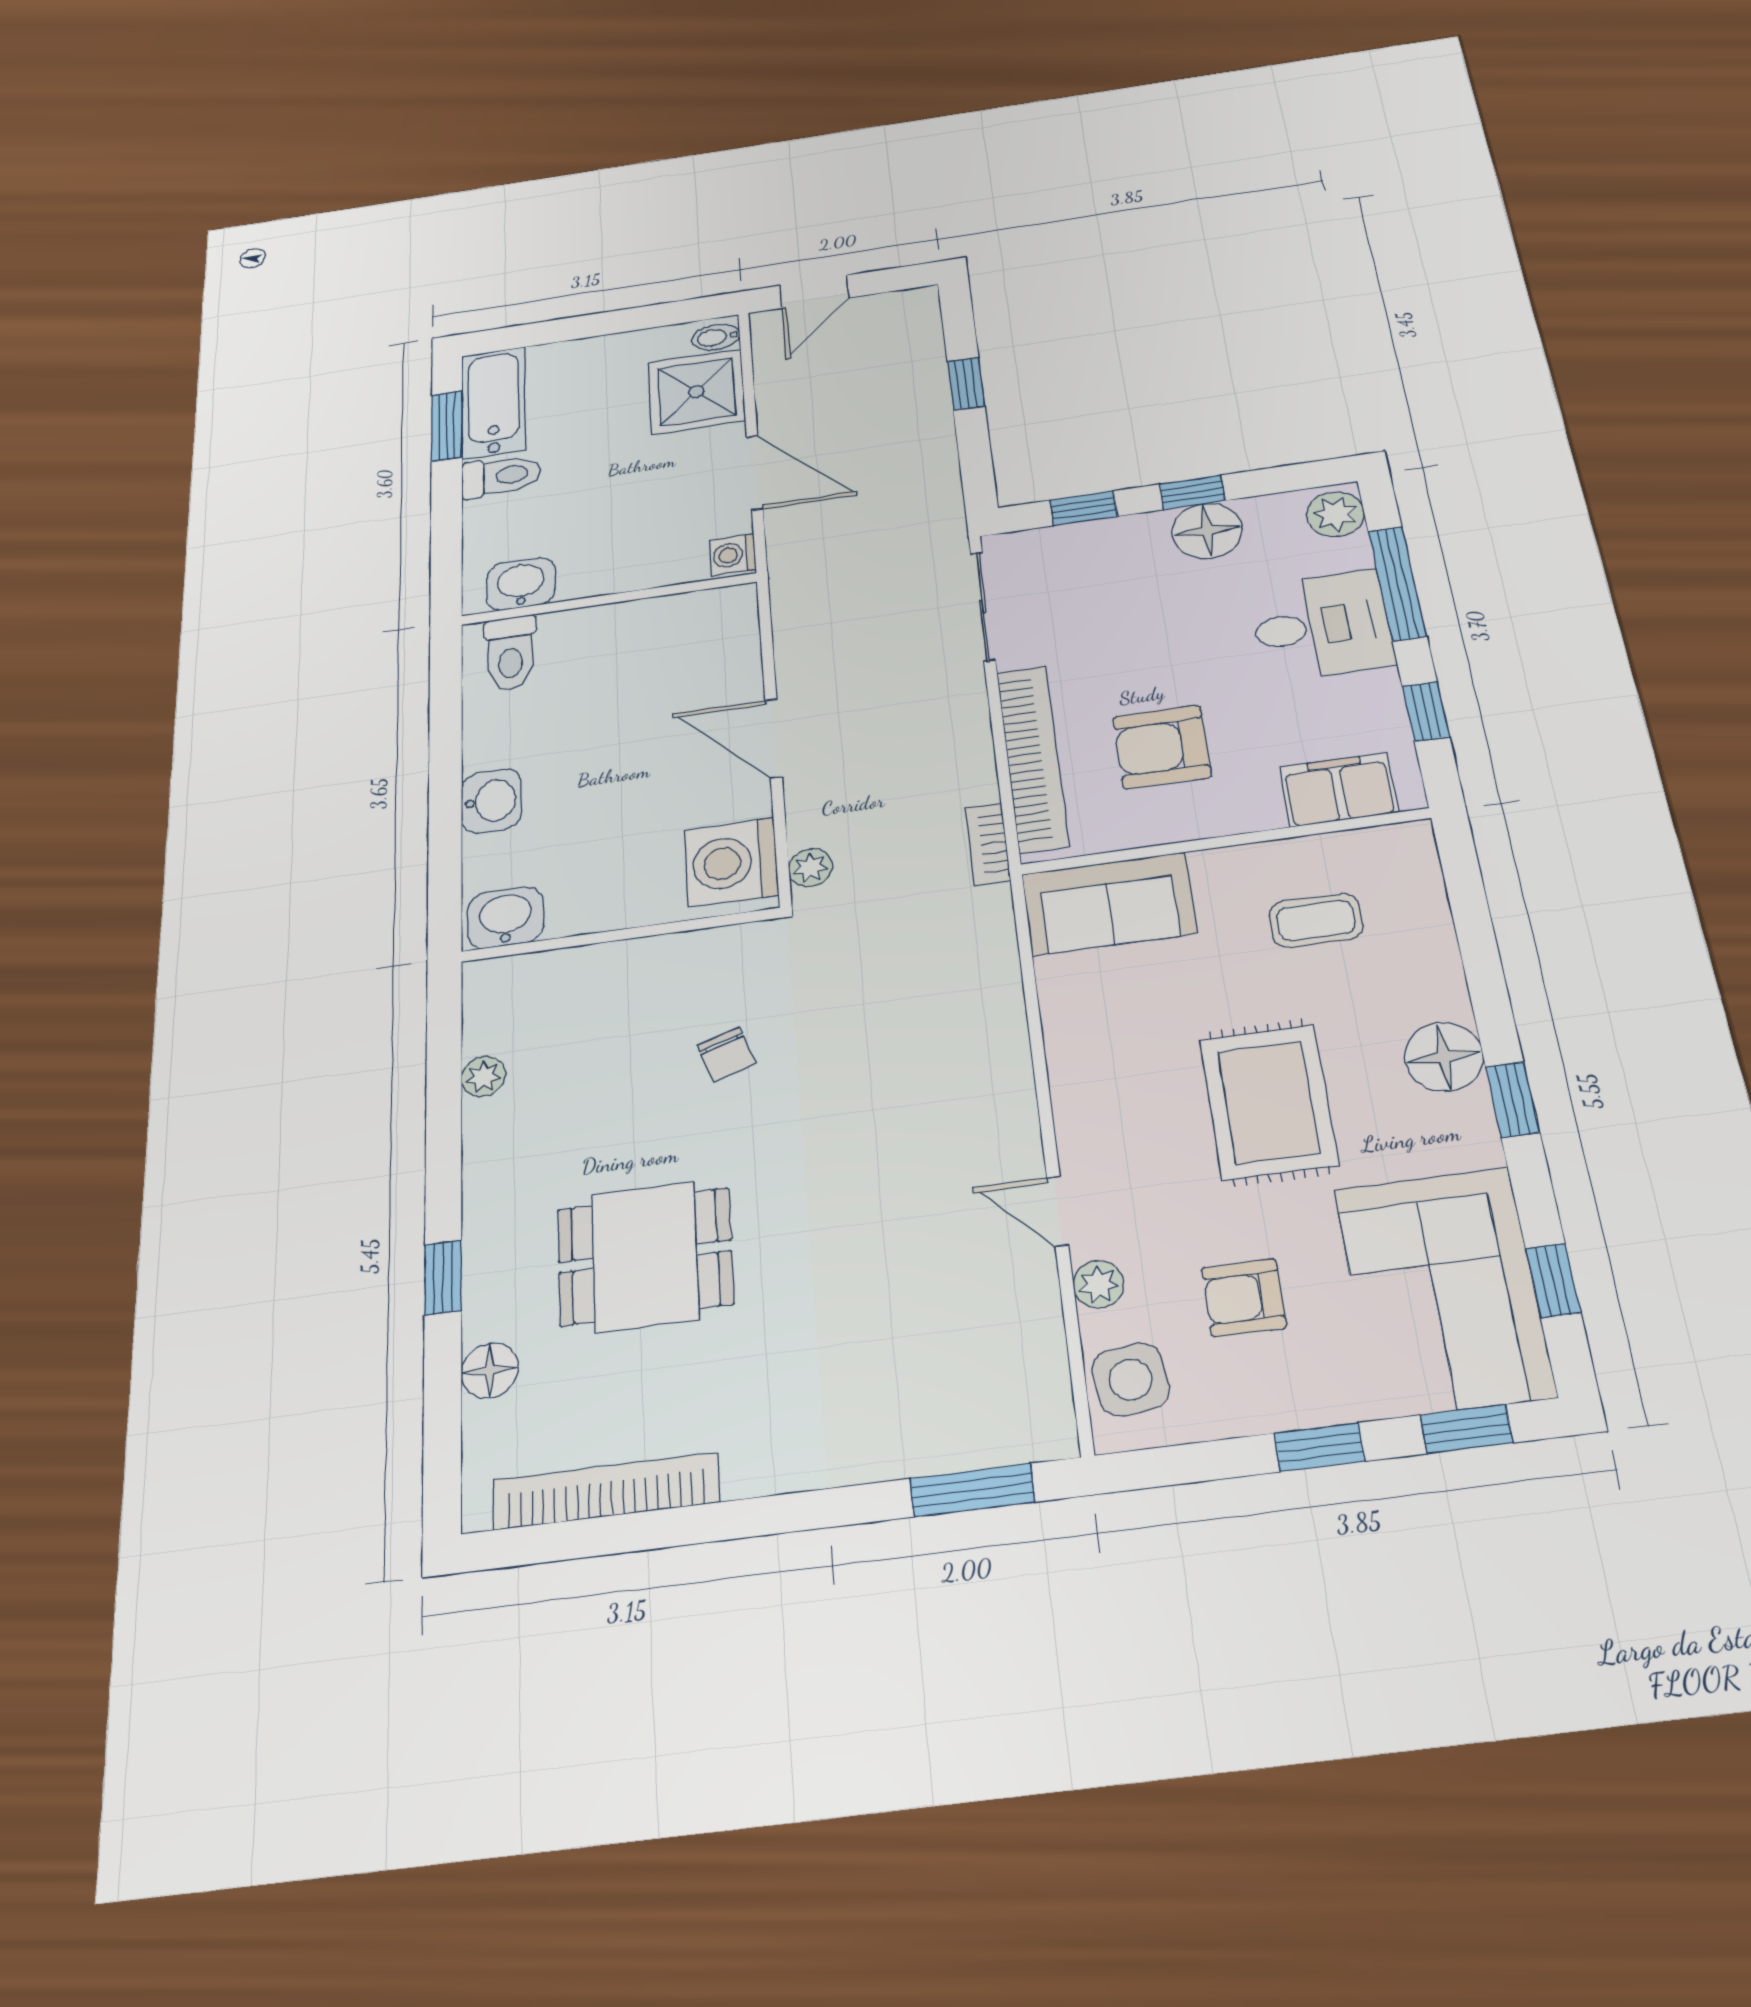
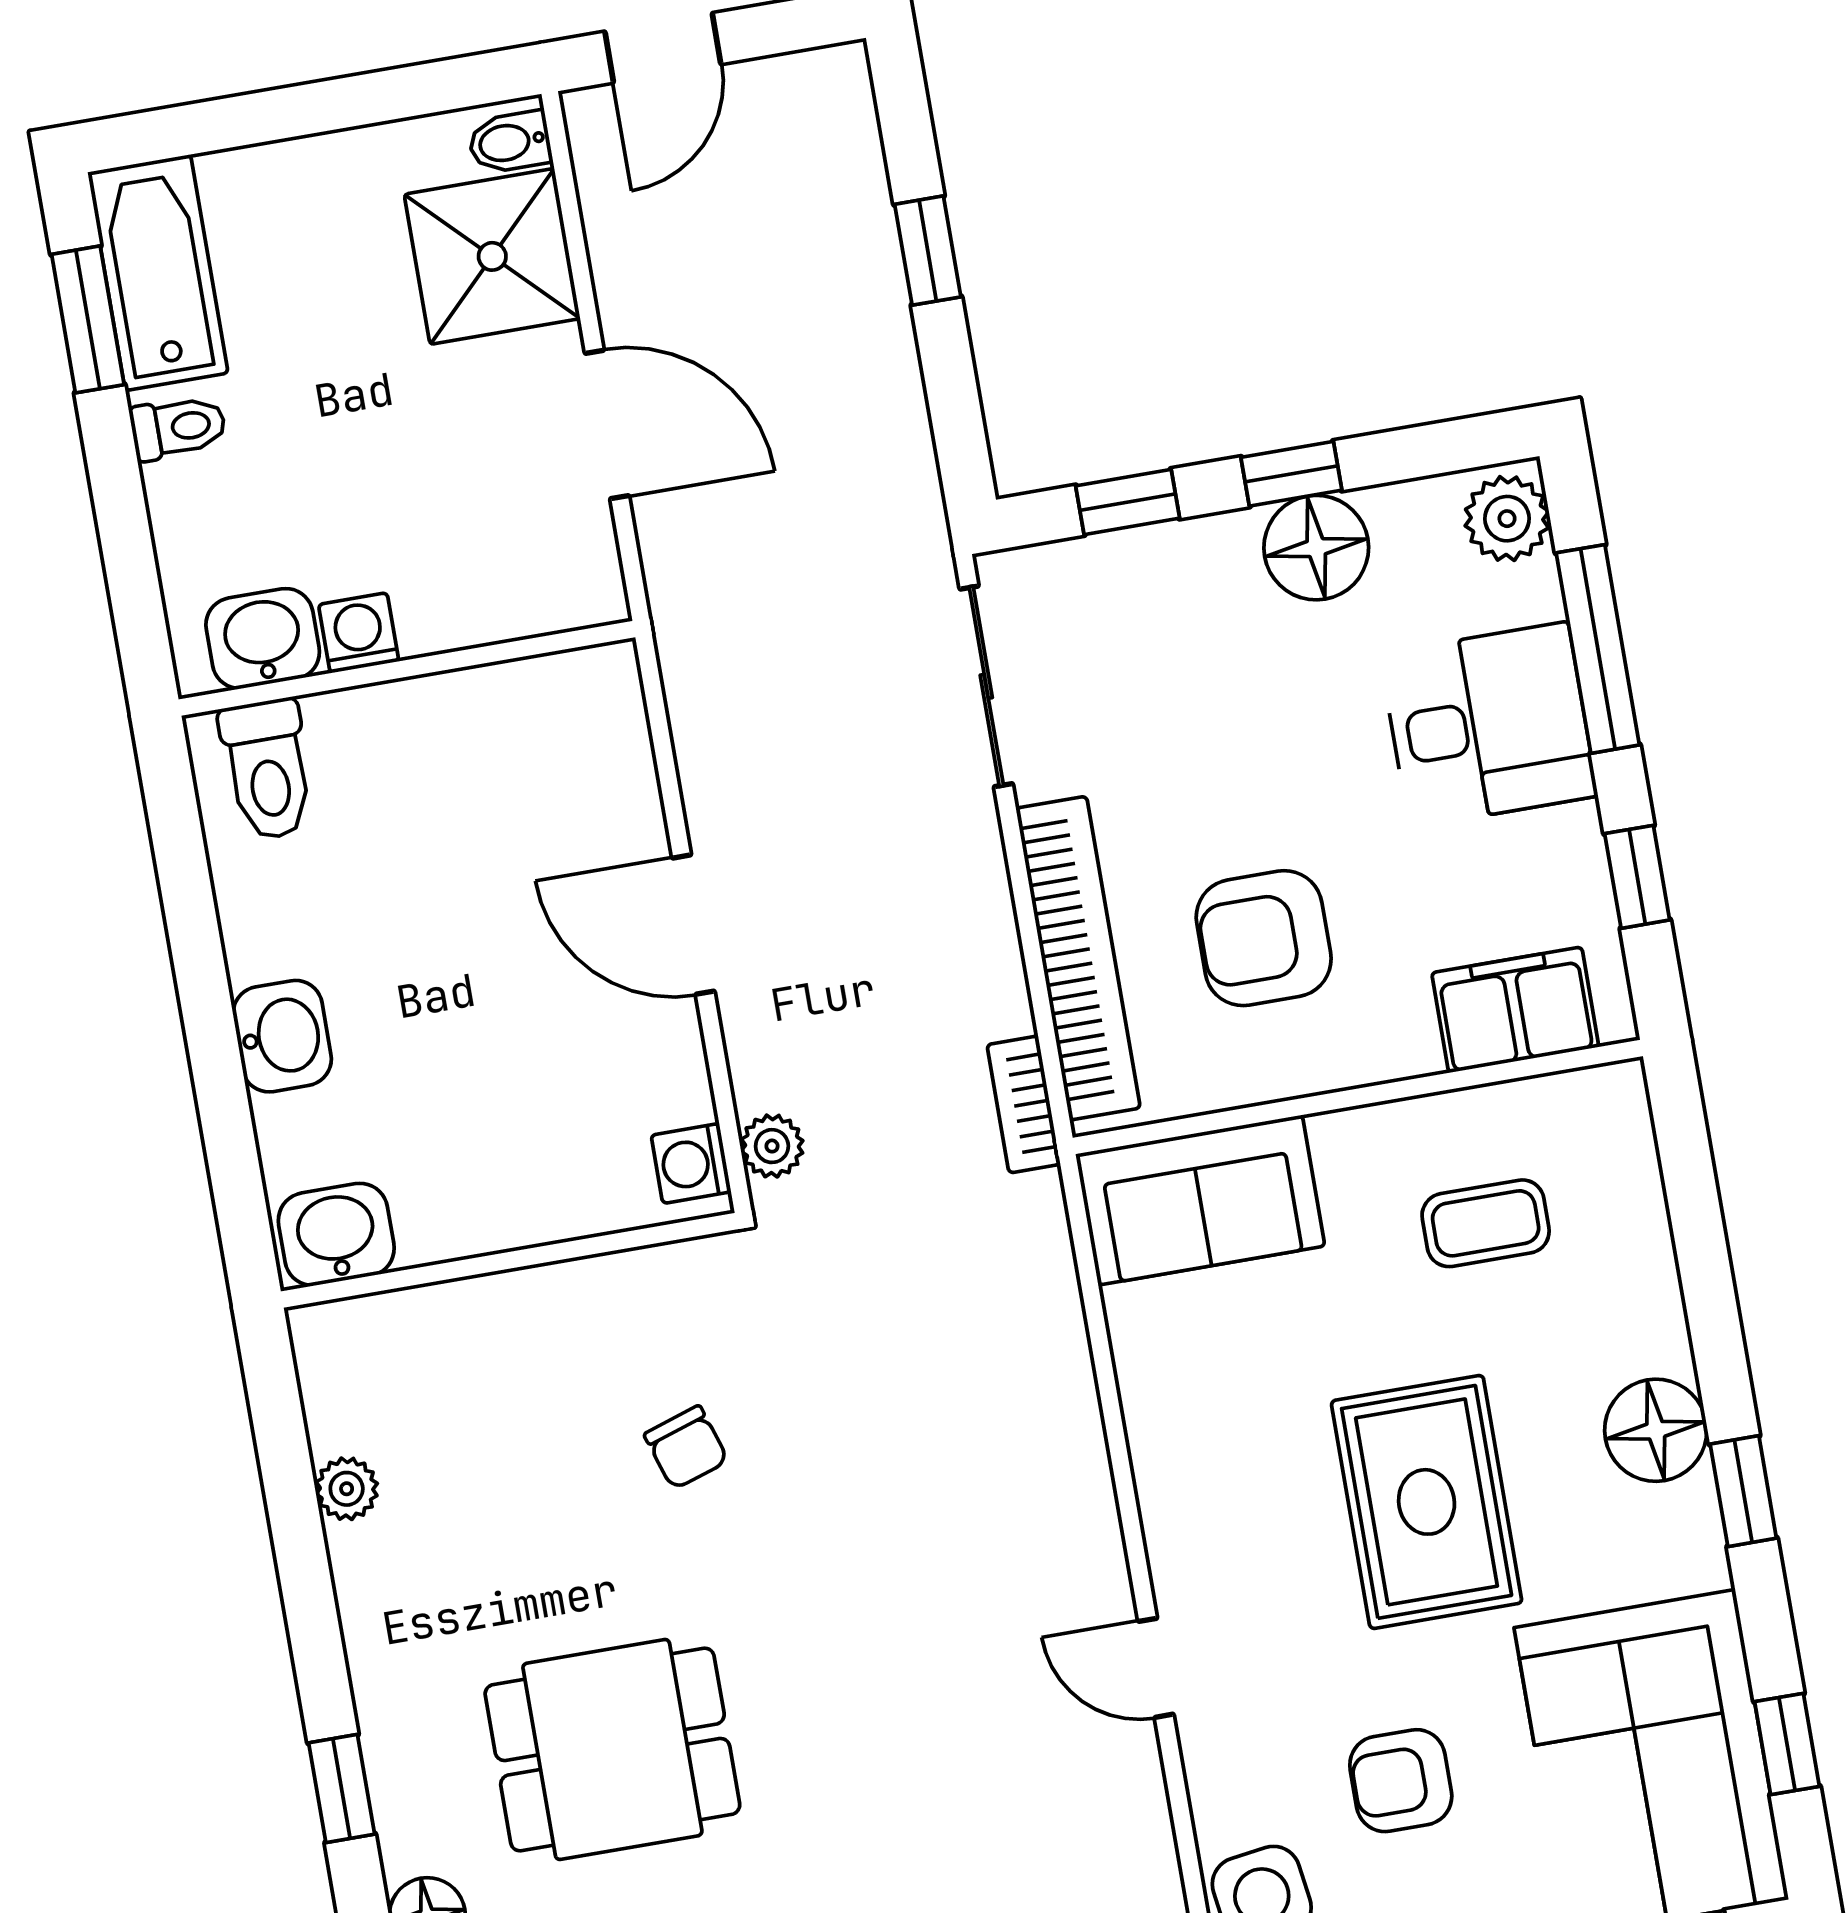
toilet: (501, 476) -> (178, 428), width x0.73, depth x0.72
washing machine: (733, 555) -> (359, 633), moved, turned 90
washing machine: (731, 862) -> (691, 1164), width x0.53, depth x0.53
plant: (1099, 1284) -> (1215, 1769), removed

